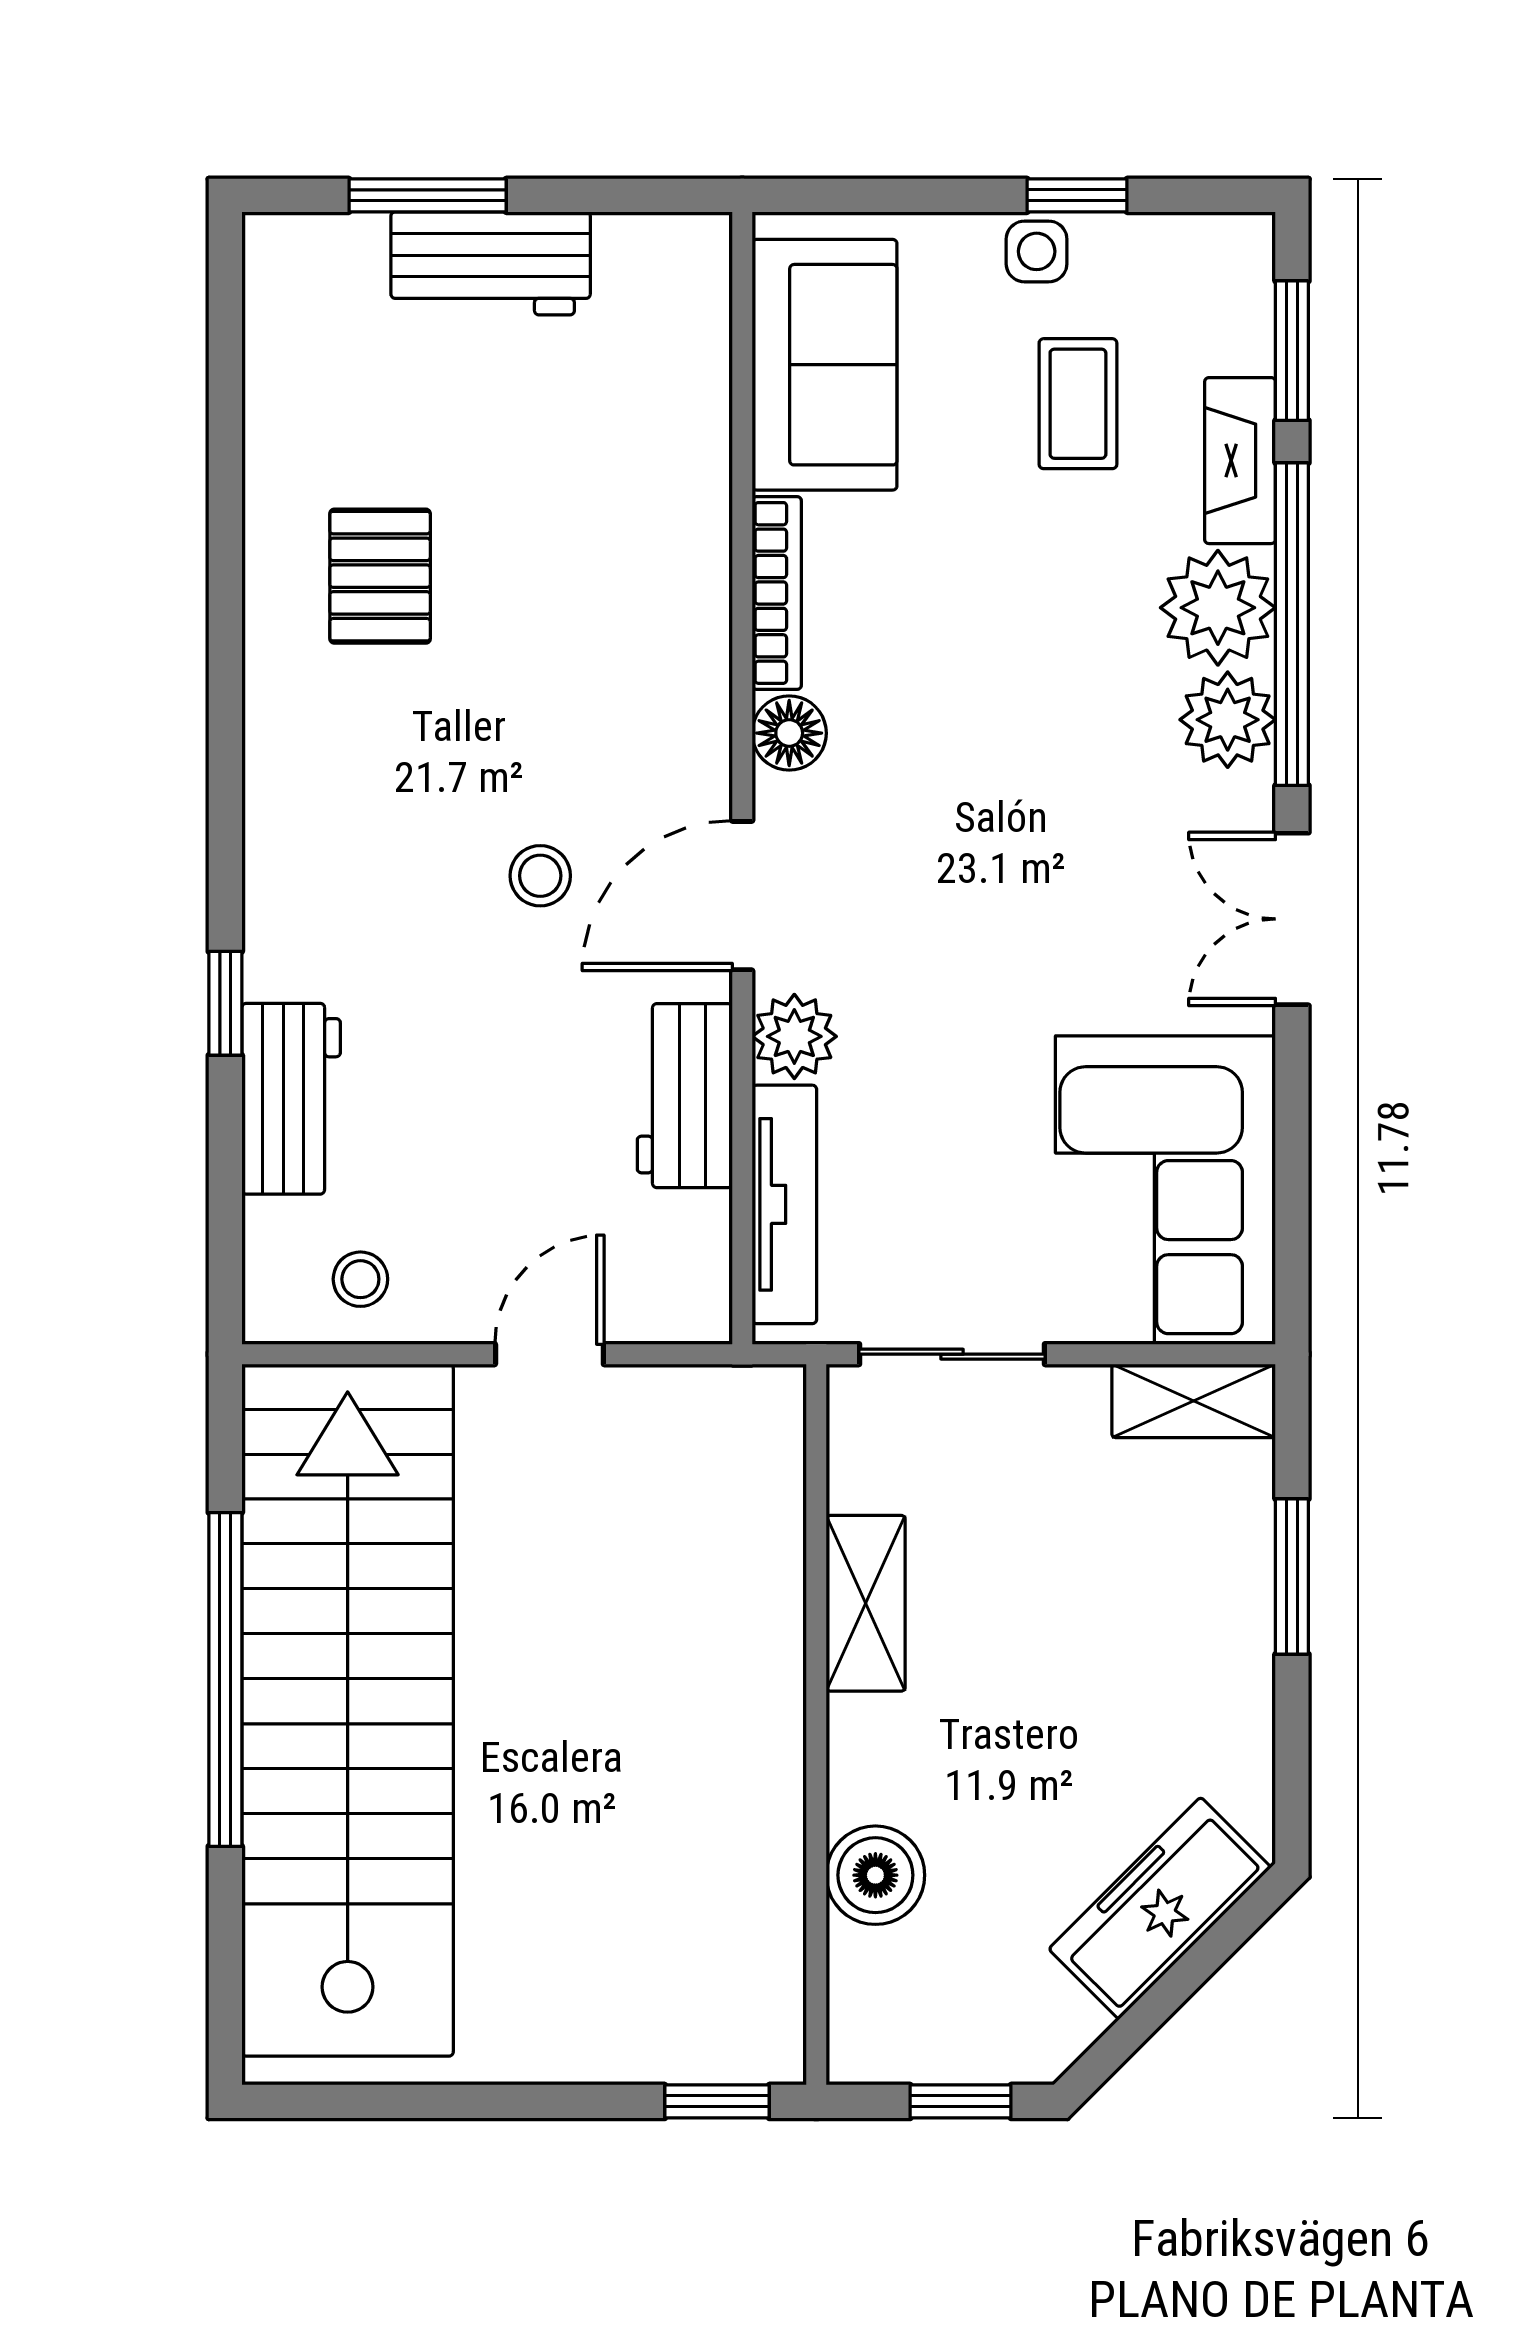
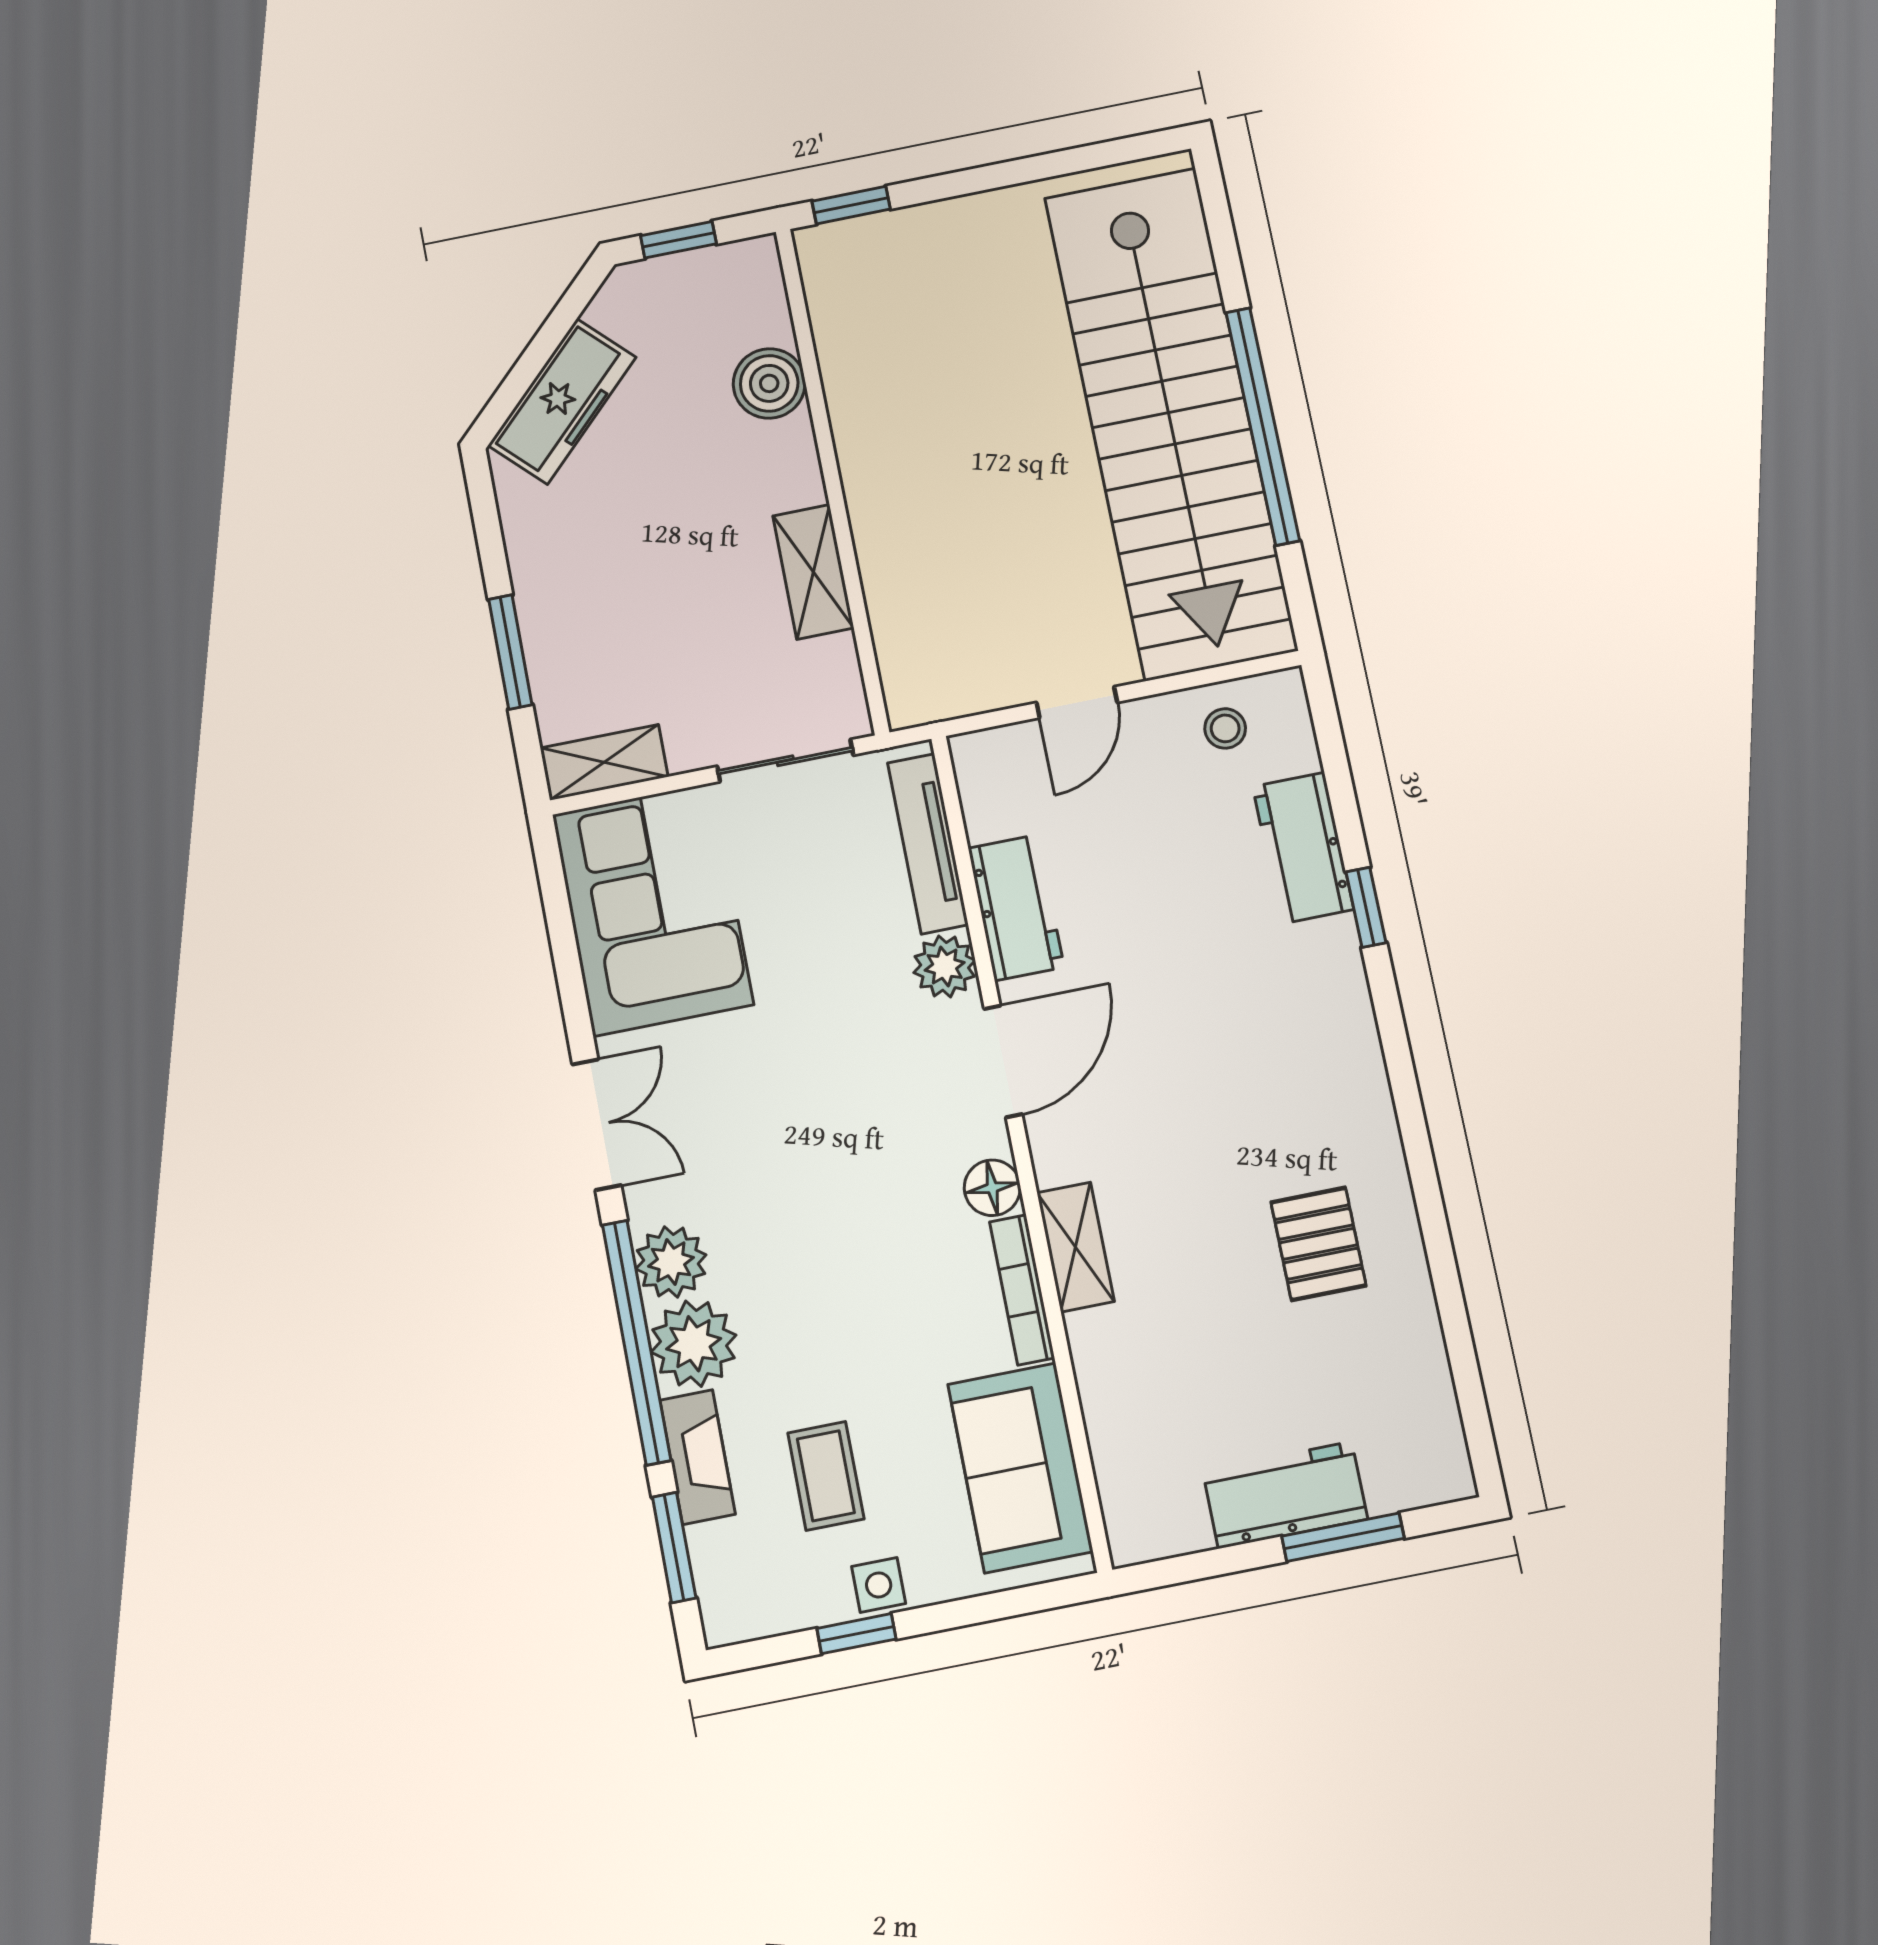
shelving: (696, 635) -> (1076, 1247), added
stool: (540, 876) -> (1154, 1046), removed

